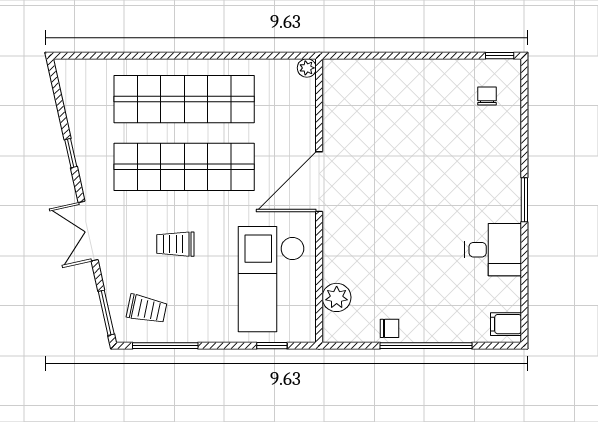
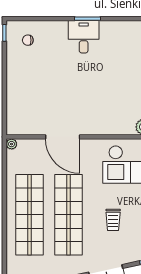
door: (319, 182) -> (63, 137), moved
desk: (493, 250) -> (84, 37), moved

